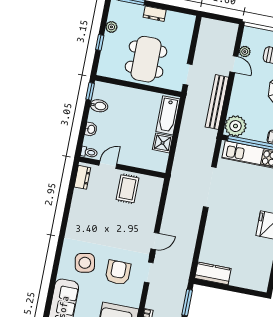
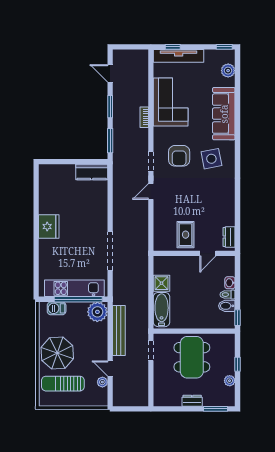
toilet: (89, 152) -> (227, 295), moved

